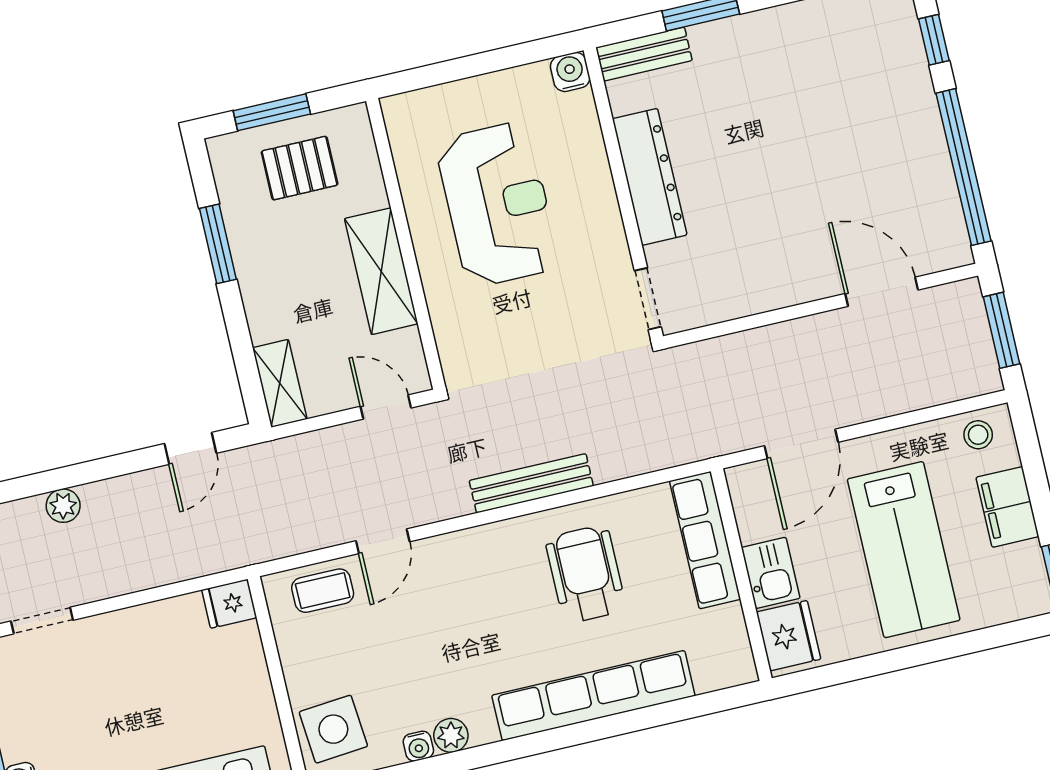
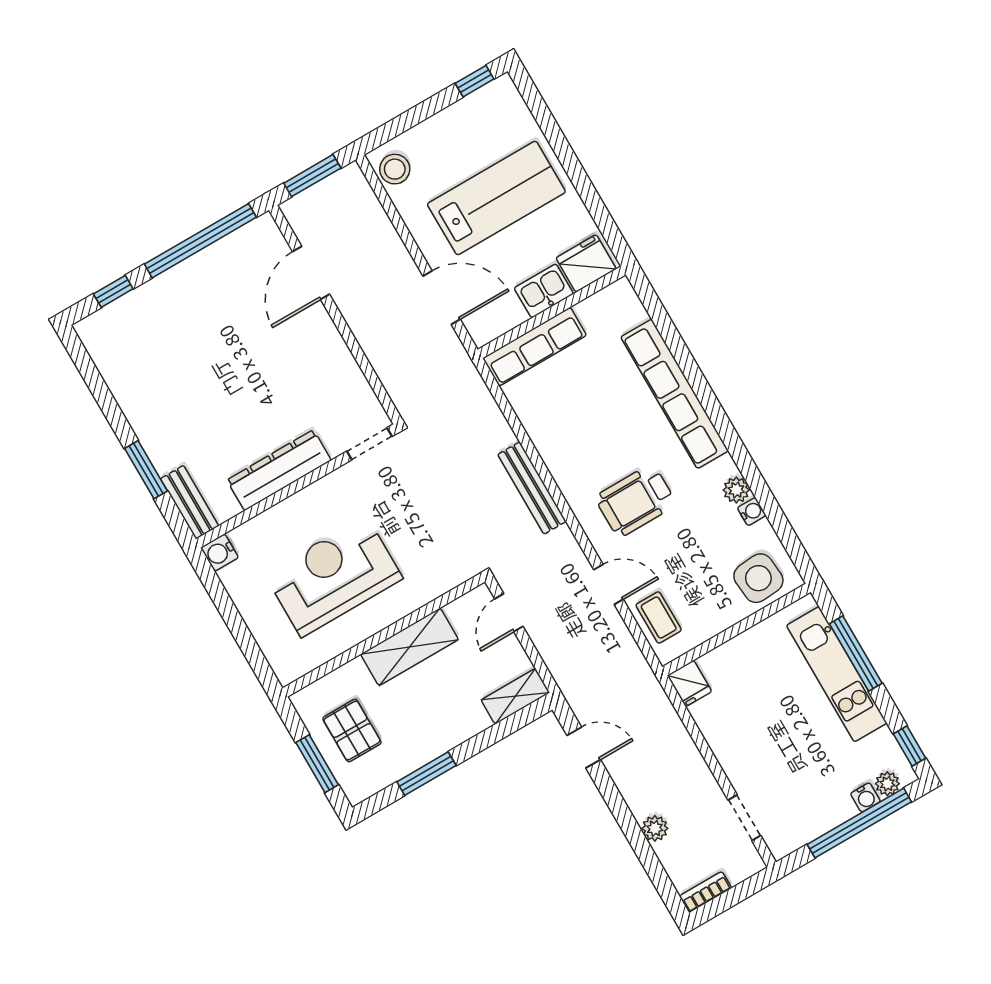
stool: (978, 435) -> (395, 169), width x1.37, depth x1.37
filing cabinet: (1007, 507) -> (441, 131), removed
wheelchair: (586, 574) -> (636, 501), moved

